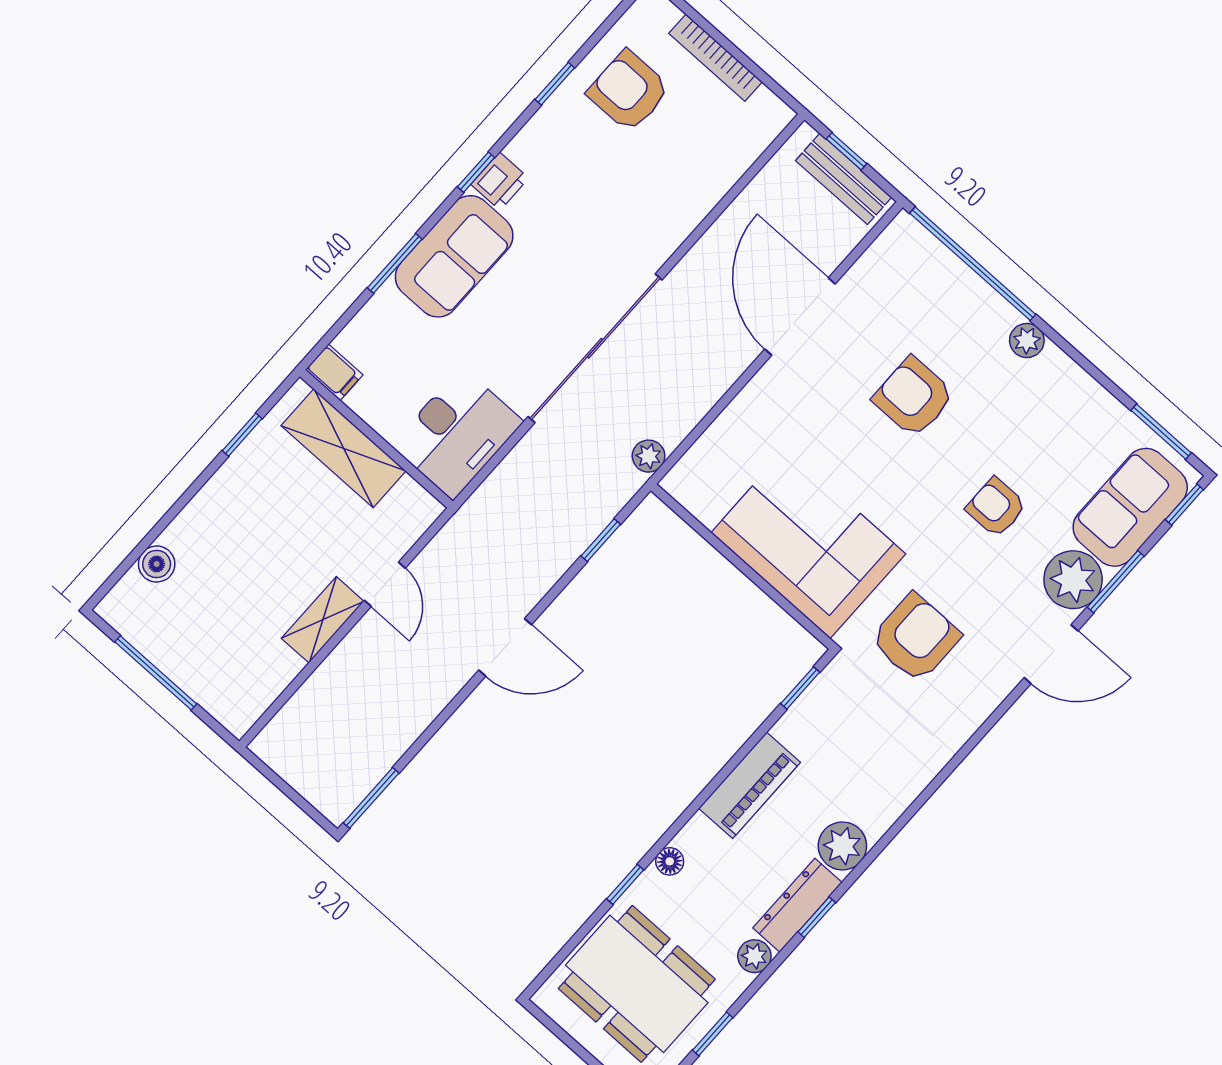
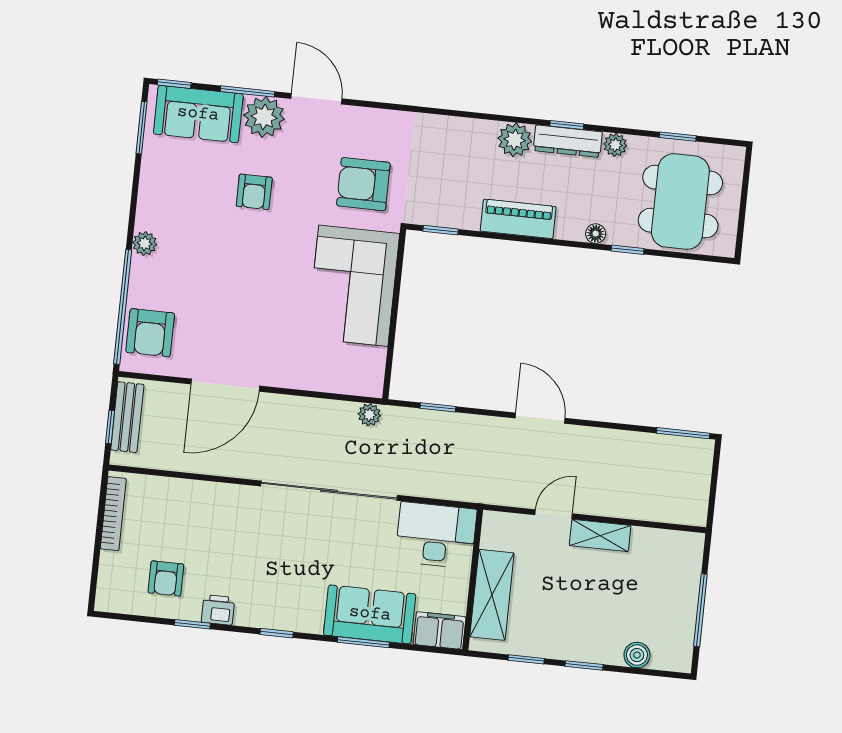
bookcase: (716, 58) -> (113, 514), moved
armchair: (629, 91) -> (166, 578), width x0.72, depth x0.72
printer: (500, 181) -> (218, 610), moved
sofa: (454, 256) -> (370, 614), moved
filing cabinet: (334, 372) -> (439, 631), width x2.00
armchair: (913, 397) -> (150, 333), moved
window: (188, 495) -> (584, 665), added

